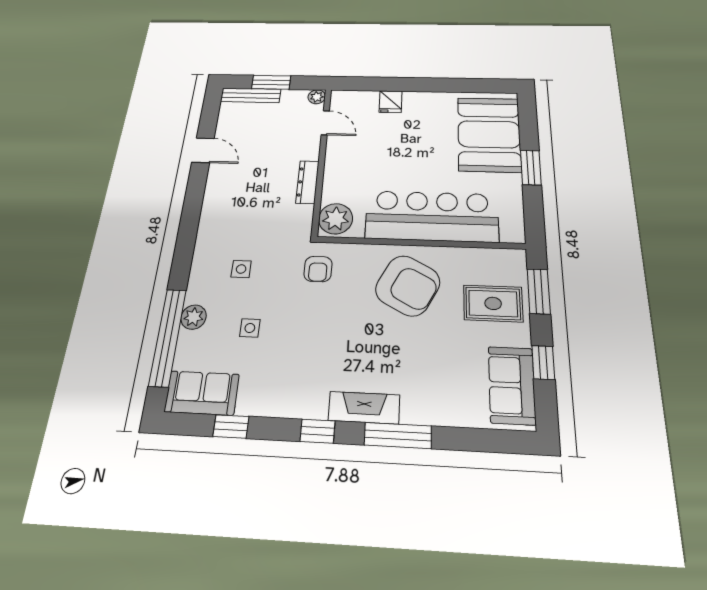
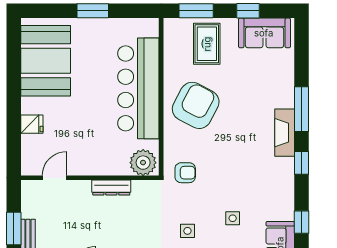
plant: (317, 97) -> (28, 187), removed
booth: (489, 134) -> (46, 61), moved, turned 90

